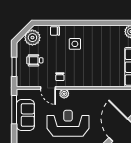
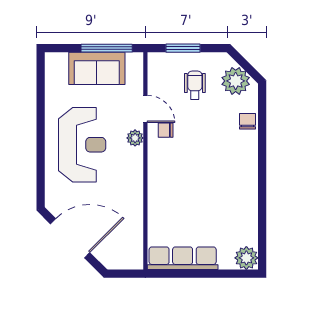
side table: (75, 44) -> (224, 157), removed
door: (48, 88) -> (145, 109), swing flipped

